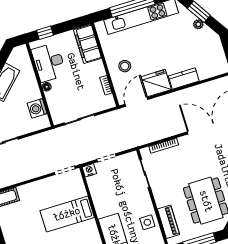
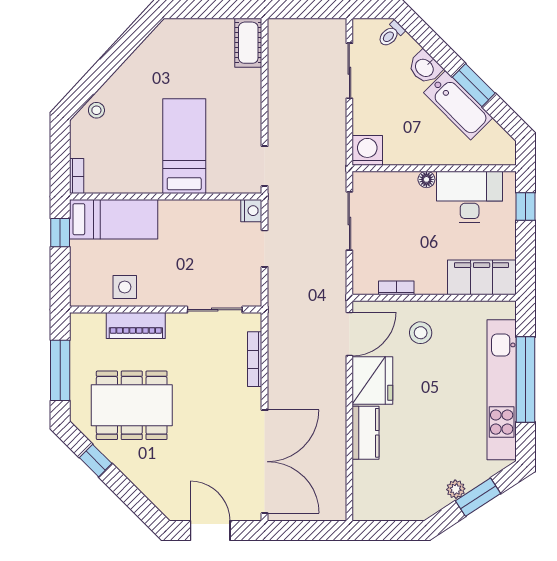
door: (136, 102) -> (349, 334), hinge flipped
washing machine: (37, 108) -> (367, 150), moved
piano: (168, 222) -> (136, 326), moved

